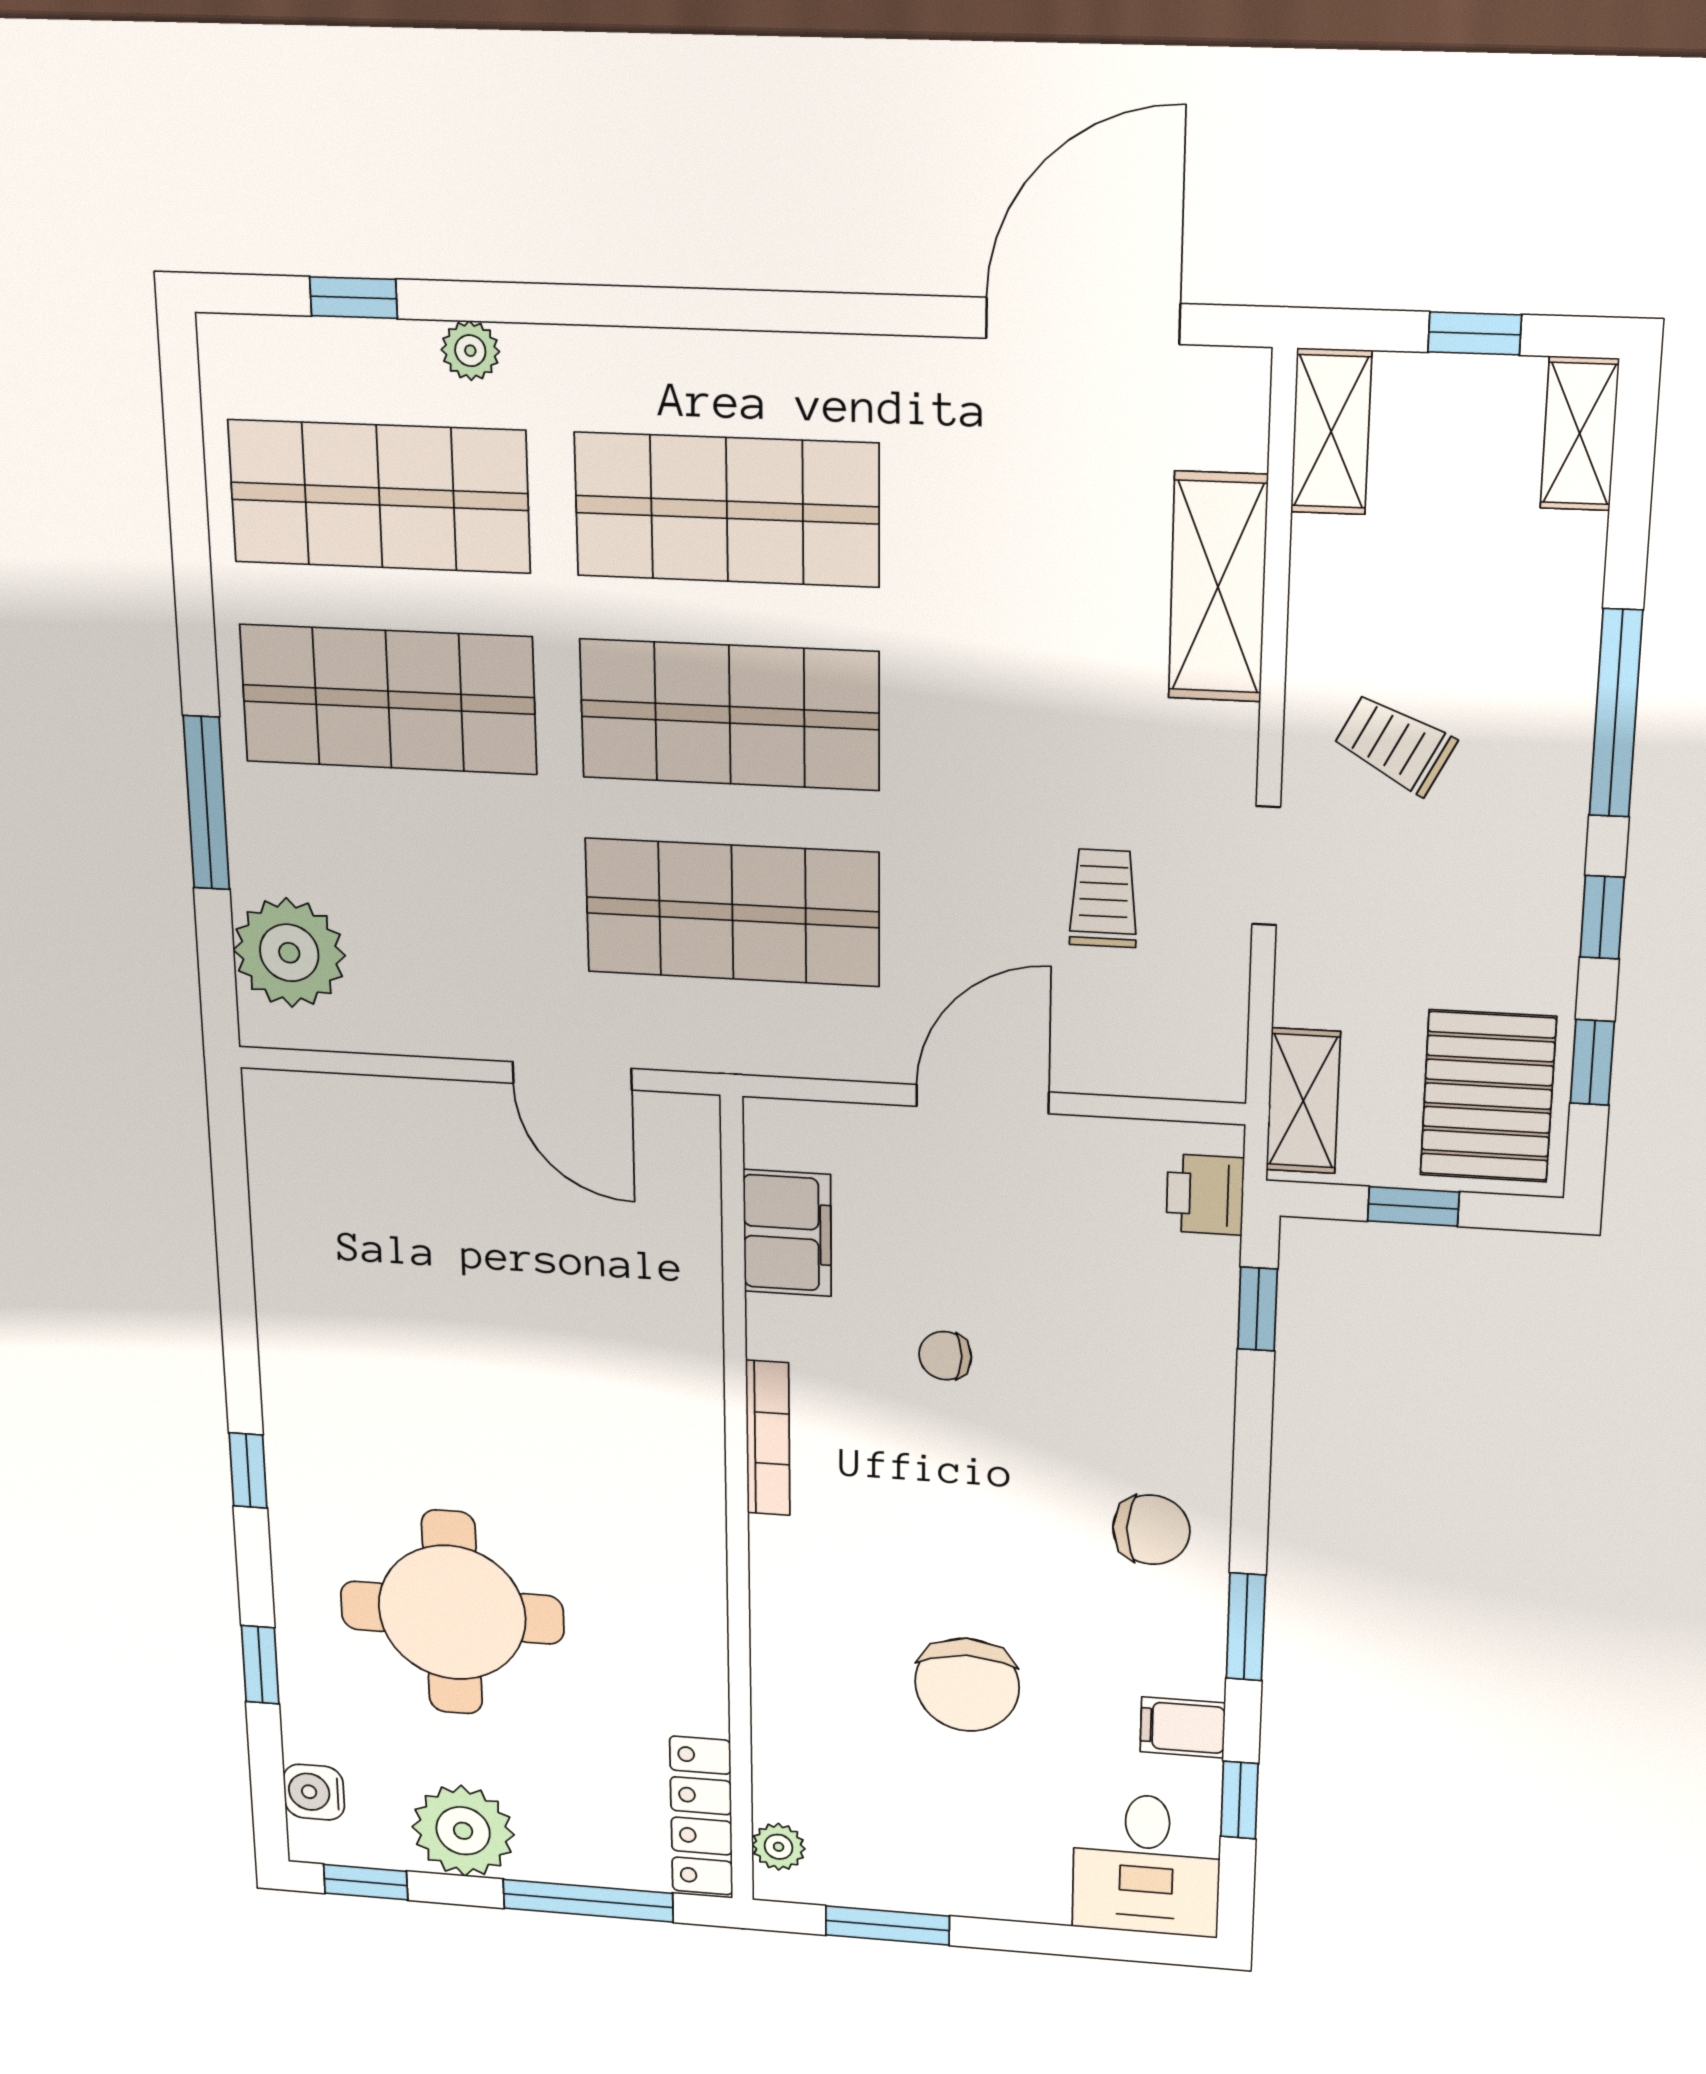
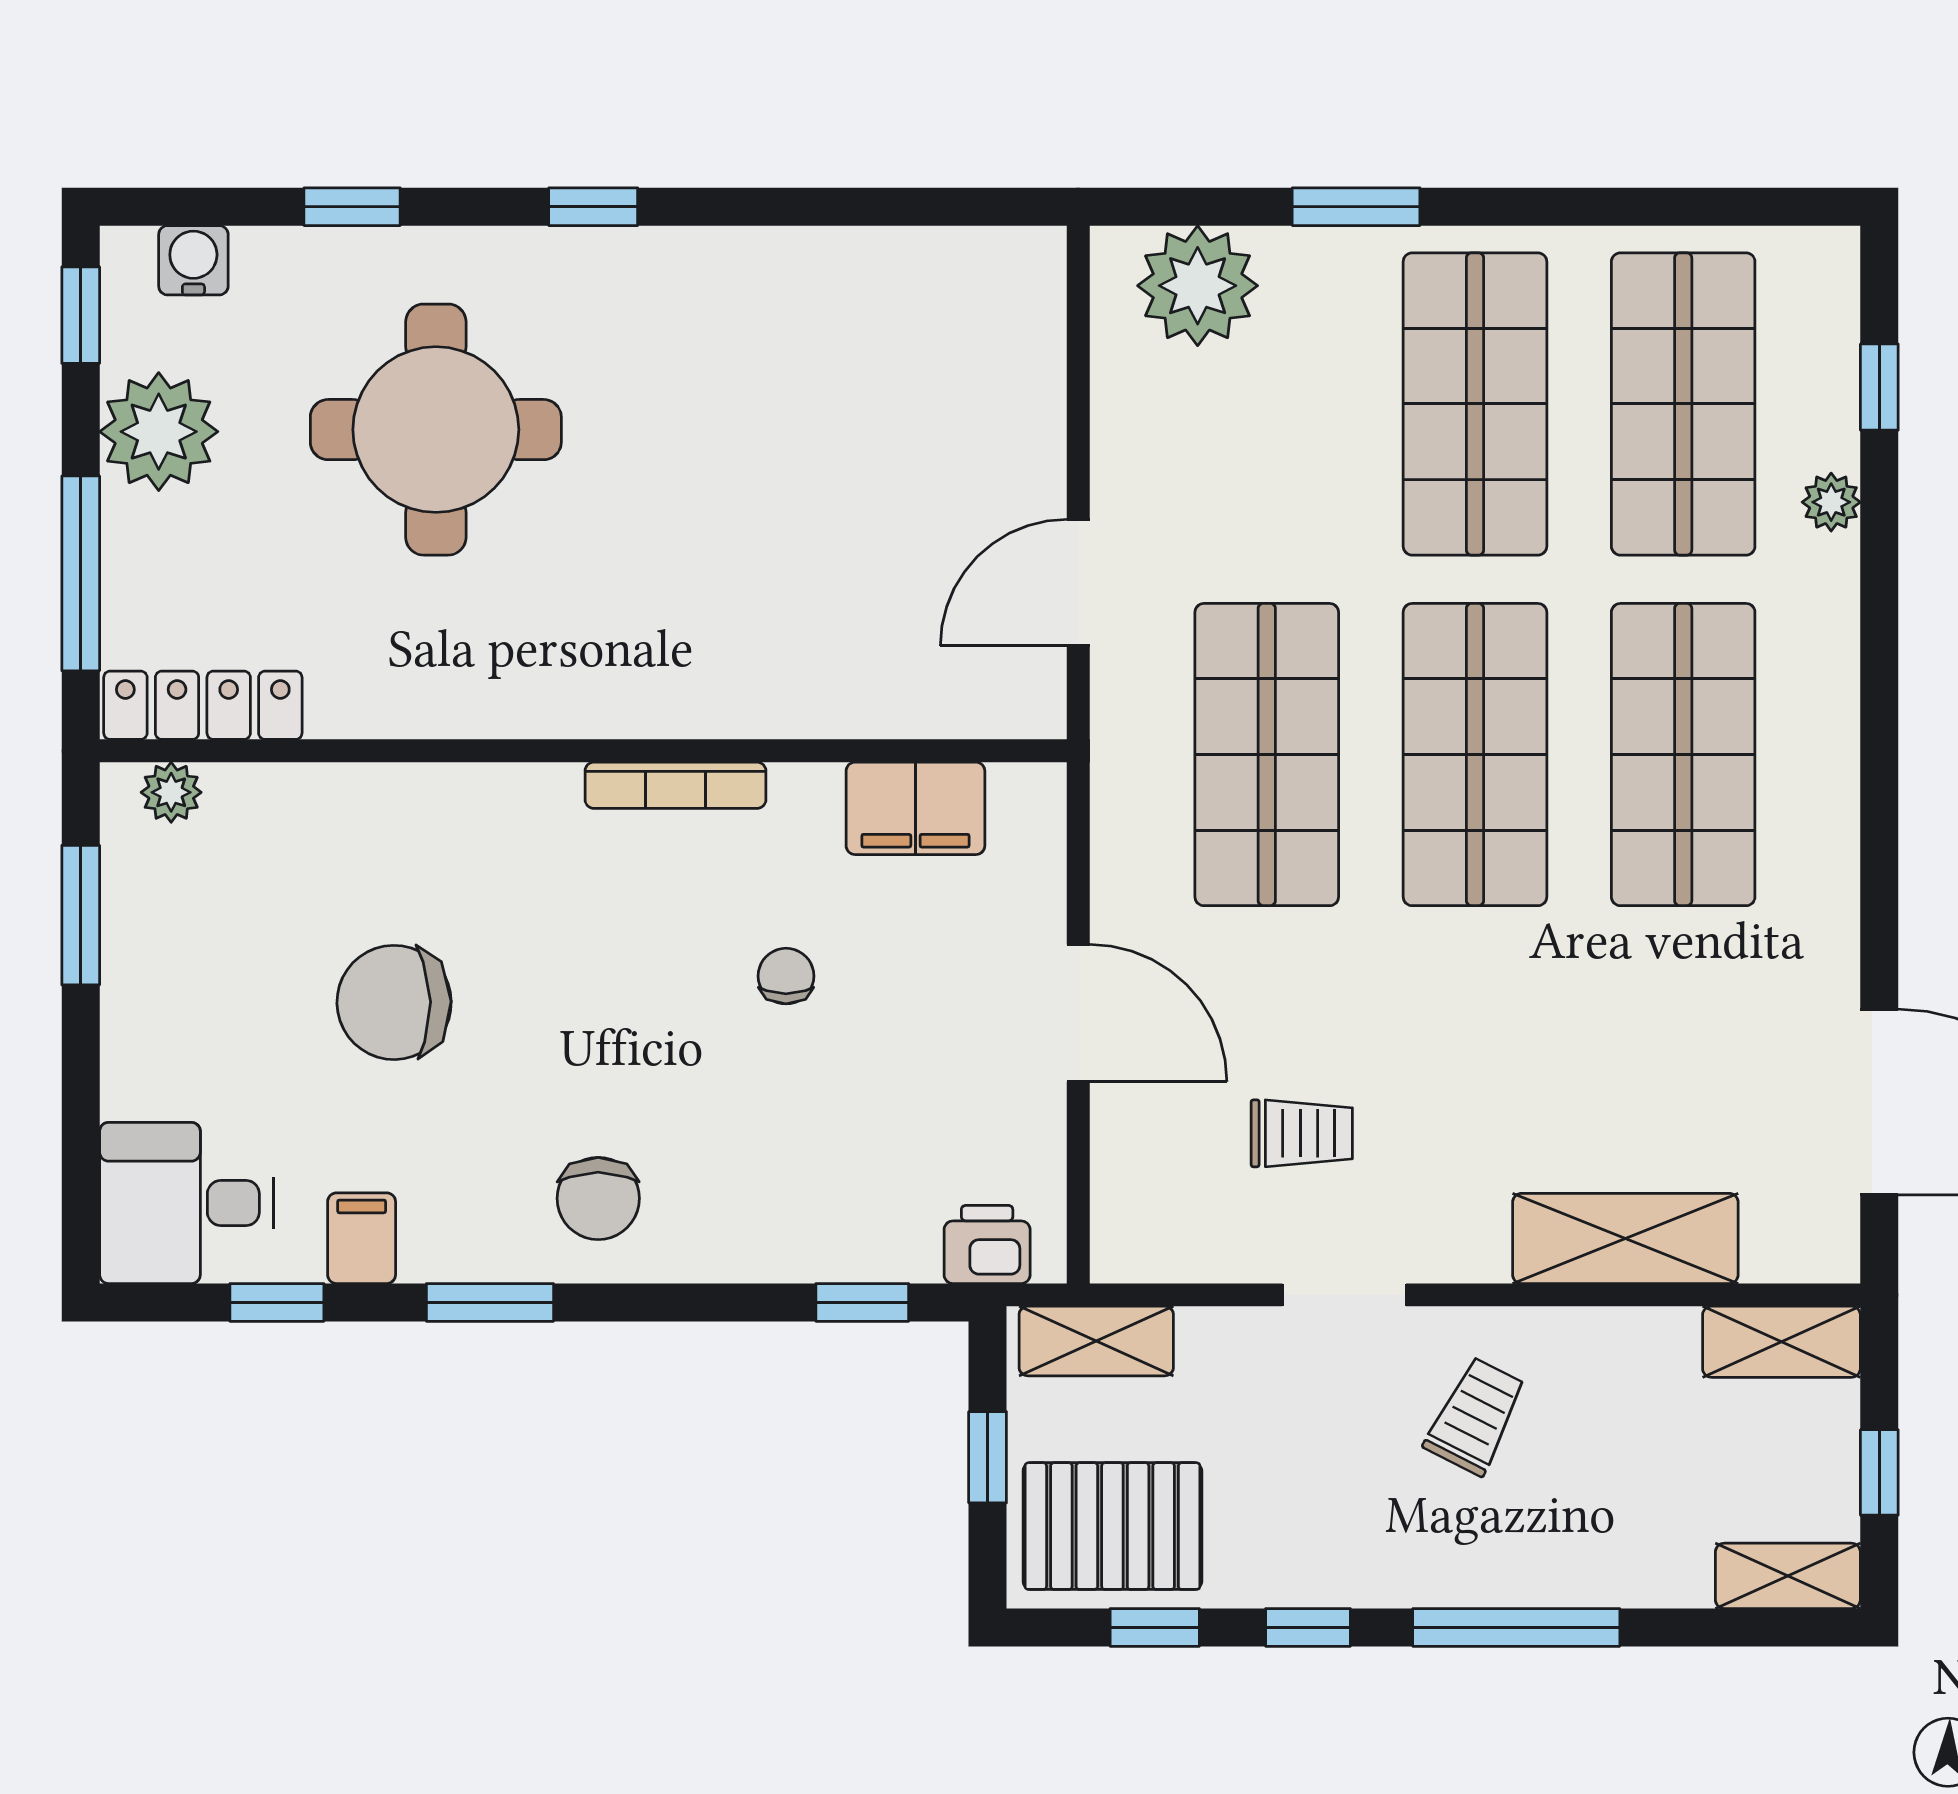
window: (207, 803) -> (1356, 207), width x0.69

